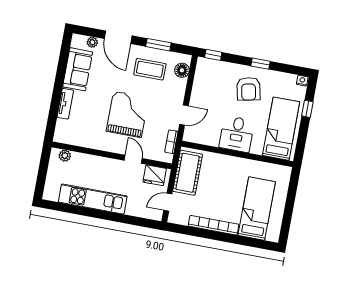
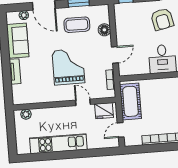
floor lamp: (182, 70) -> (104, 30), moved

